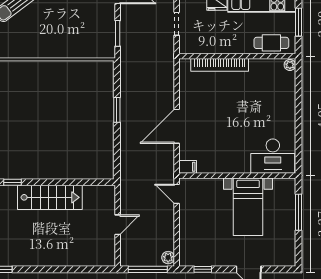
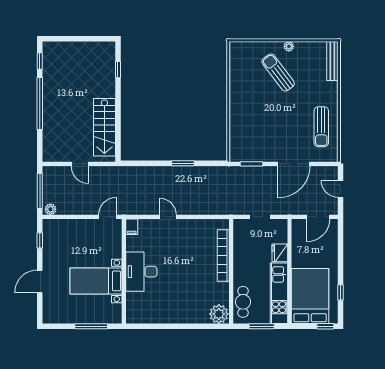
plant: (290, 65) -> (219, 314), width x1.88, depth x1.88
door: (177, 126) -> (168, 217), width x0.53
desk: (273, 156) -> (141, 272), moved
stairs: (50, 197) -> (104, 127), moved
window: (50, 269) -> (40, 104), added

